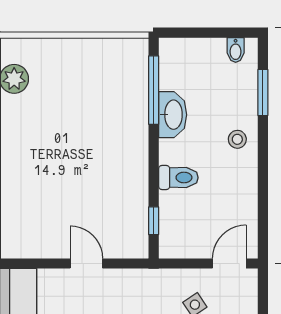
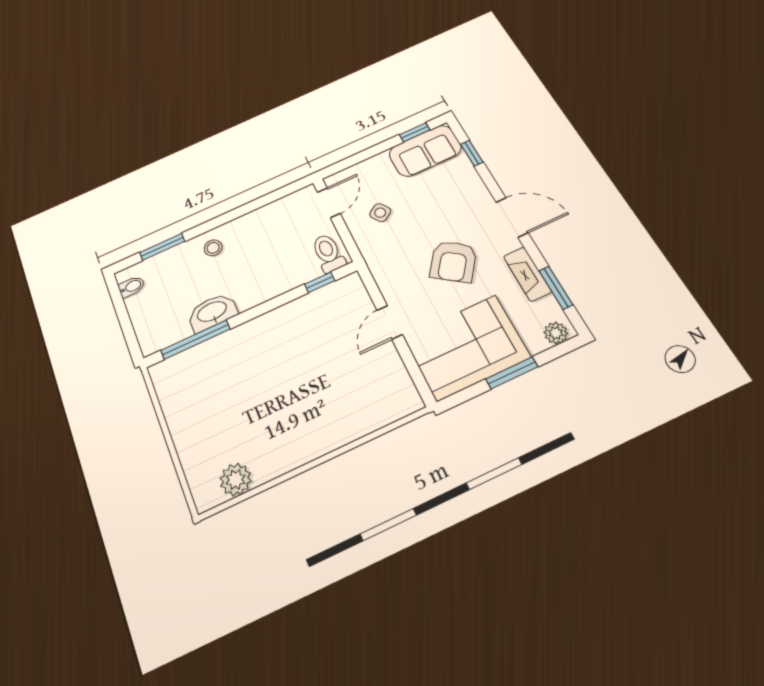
toilet: (178, 178) -> (328, 253), moved
door: (229, 264) -> (329, 203), swing flipped

